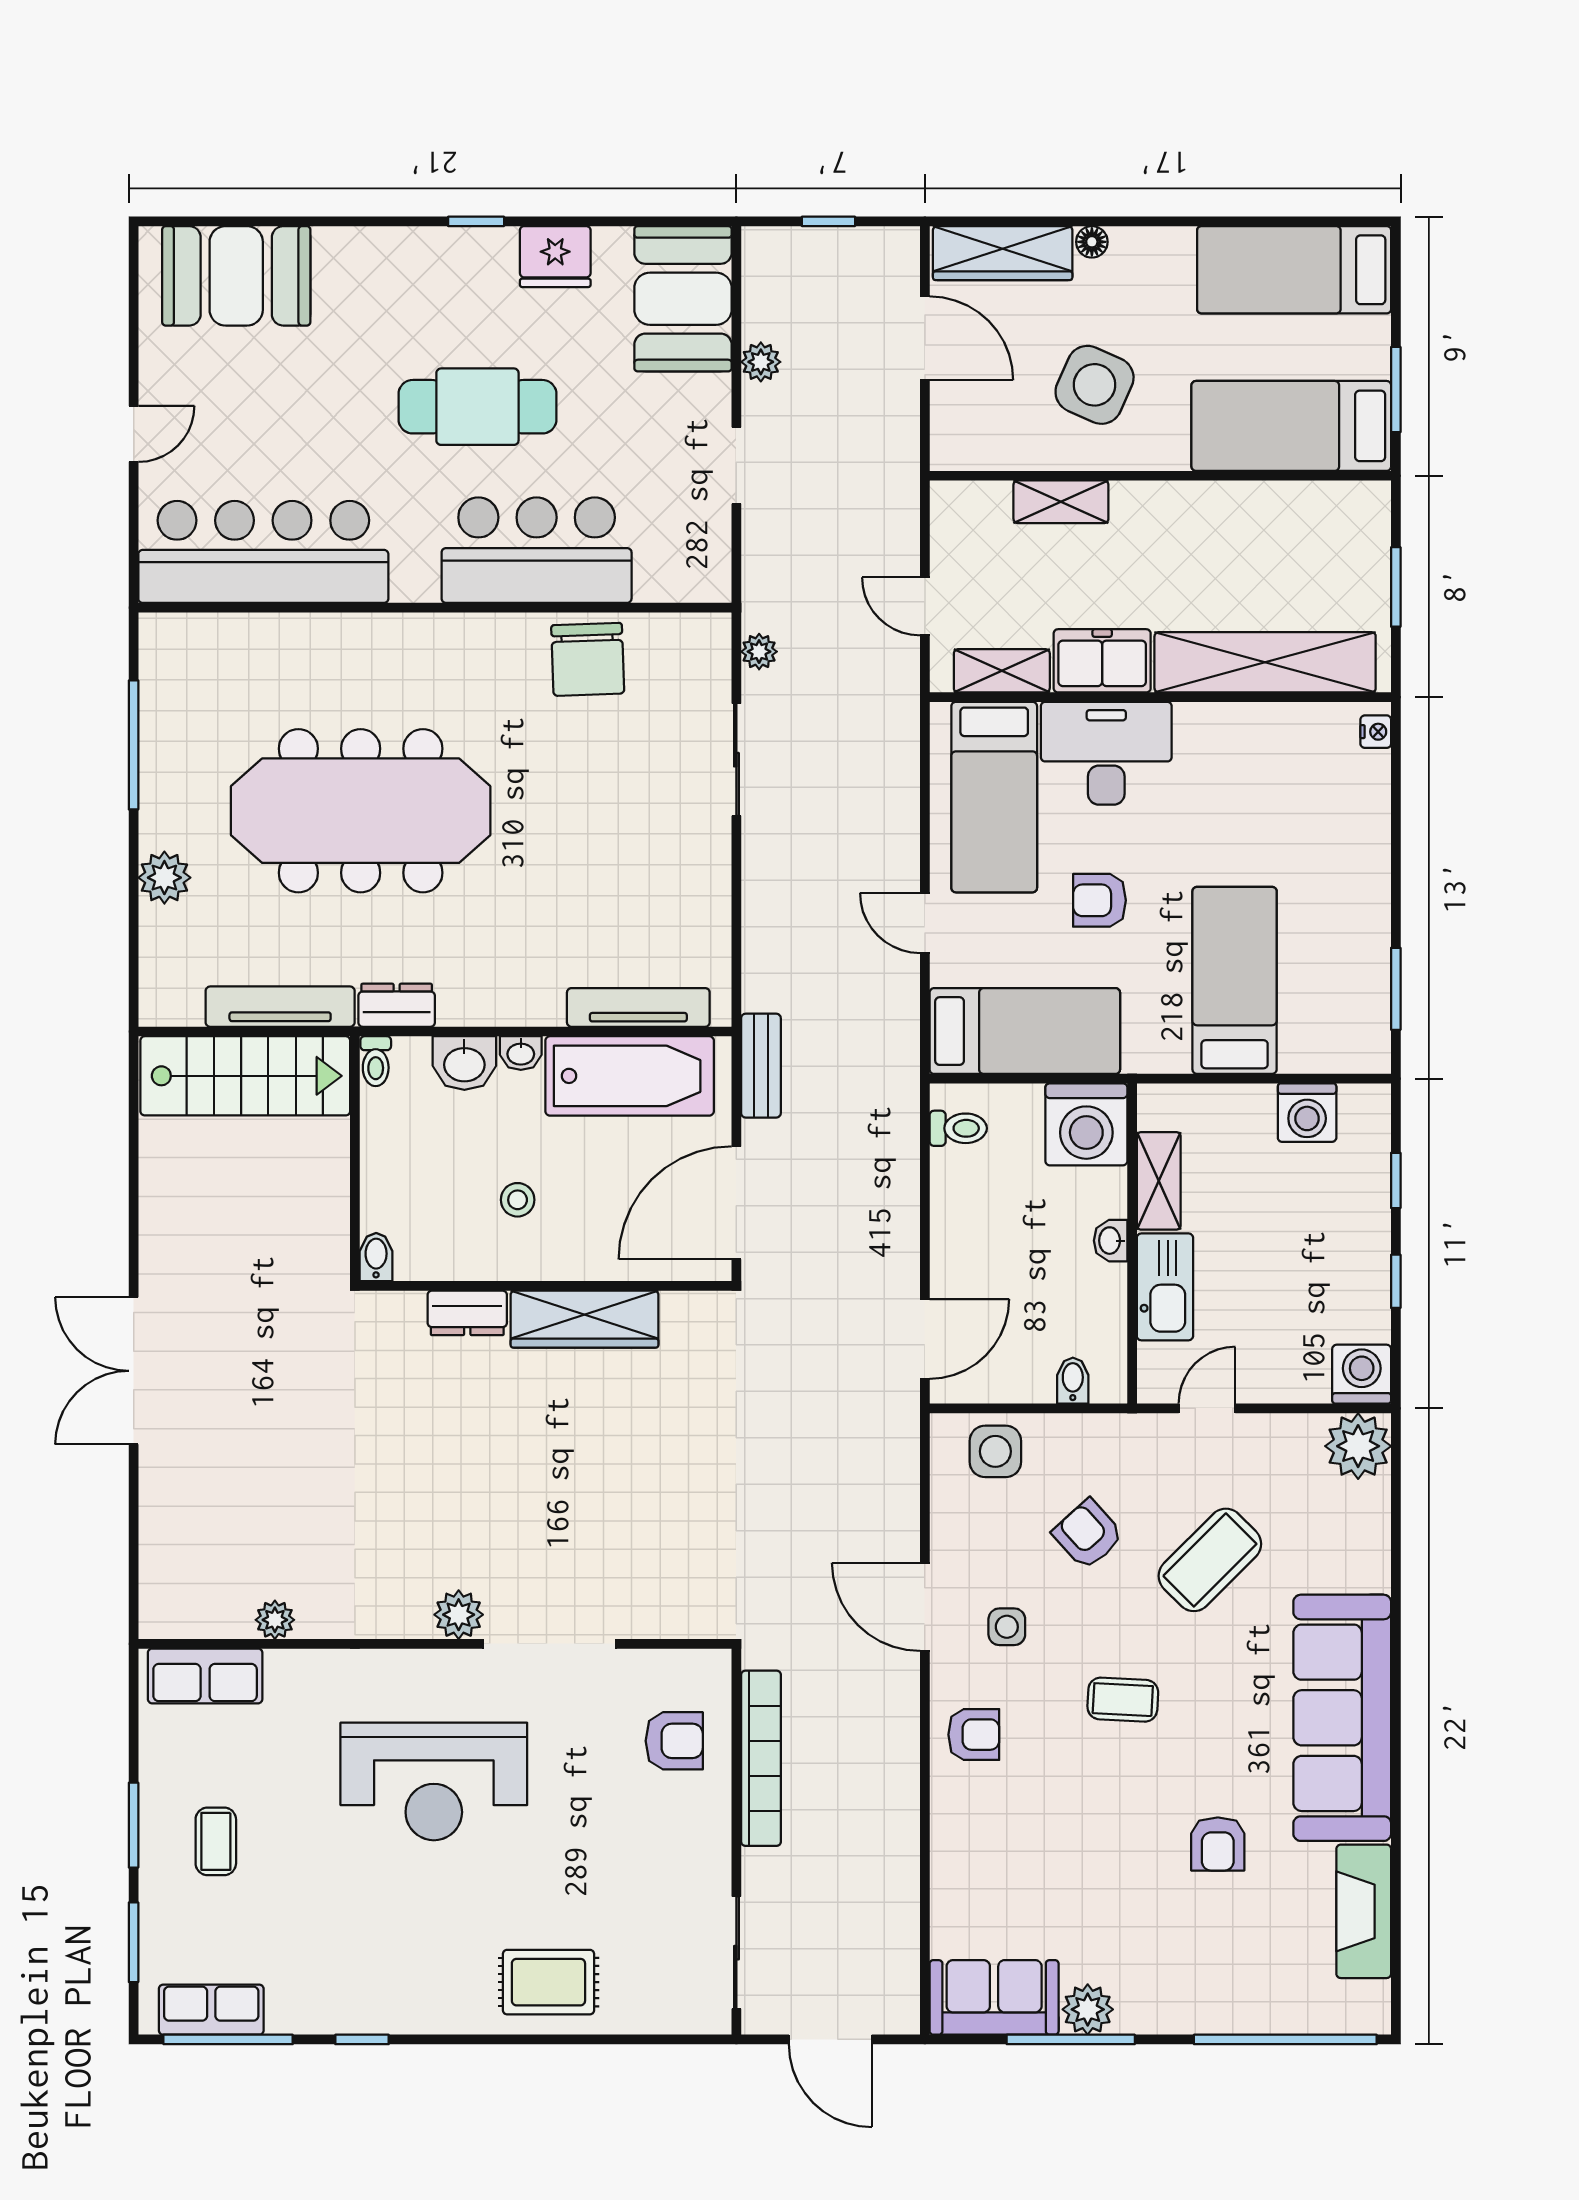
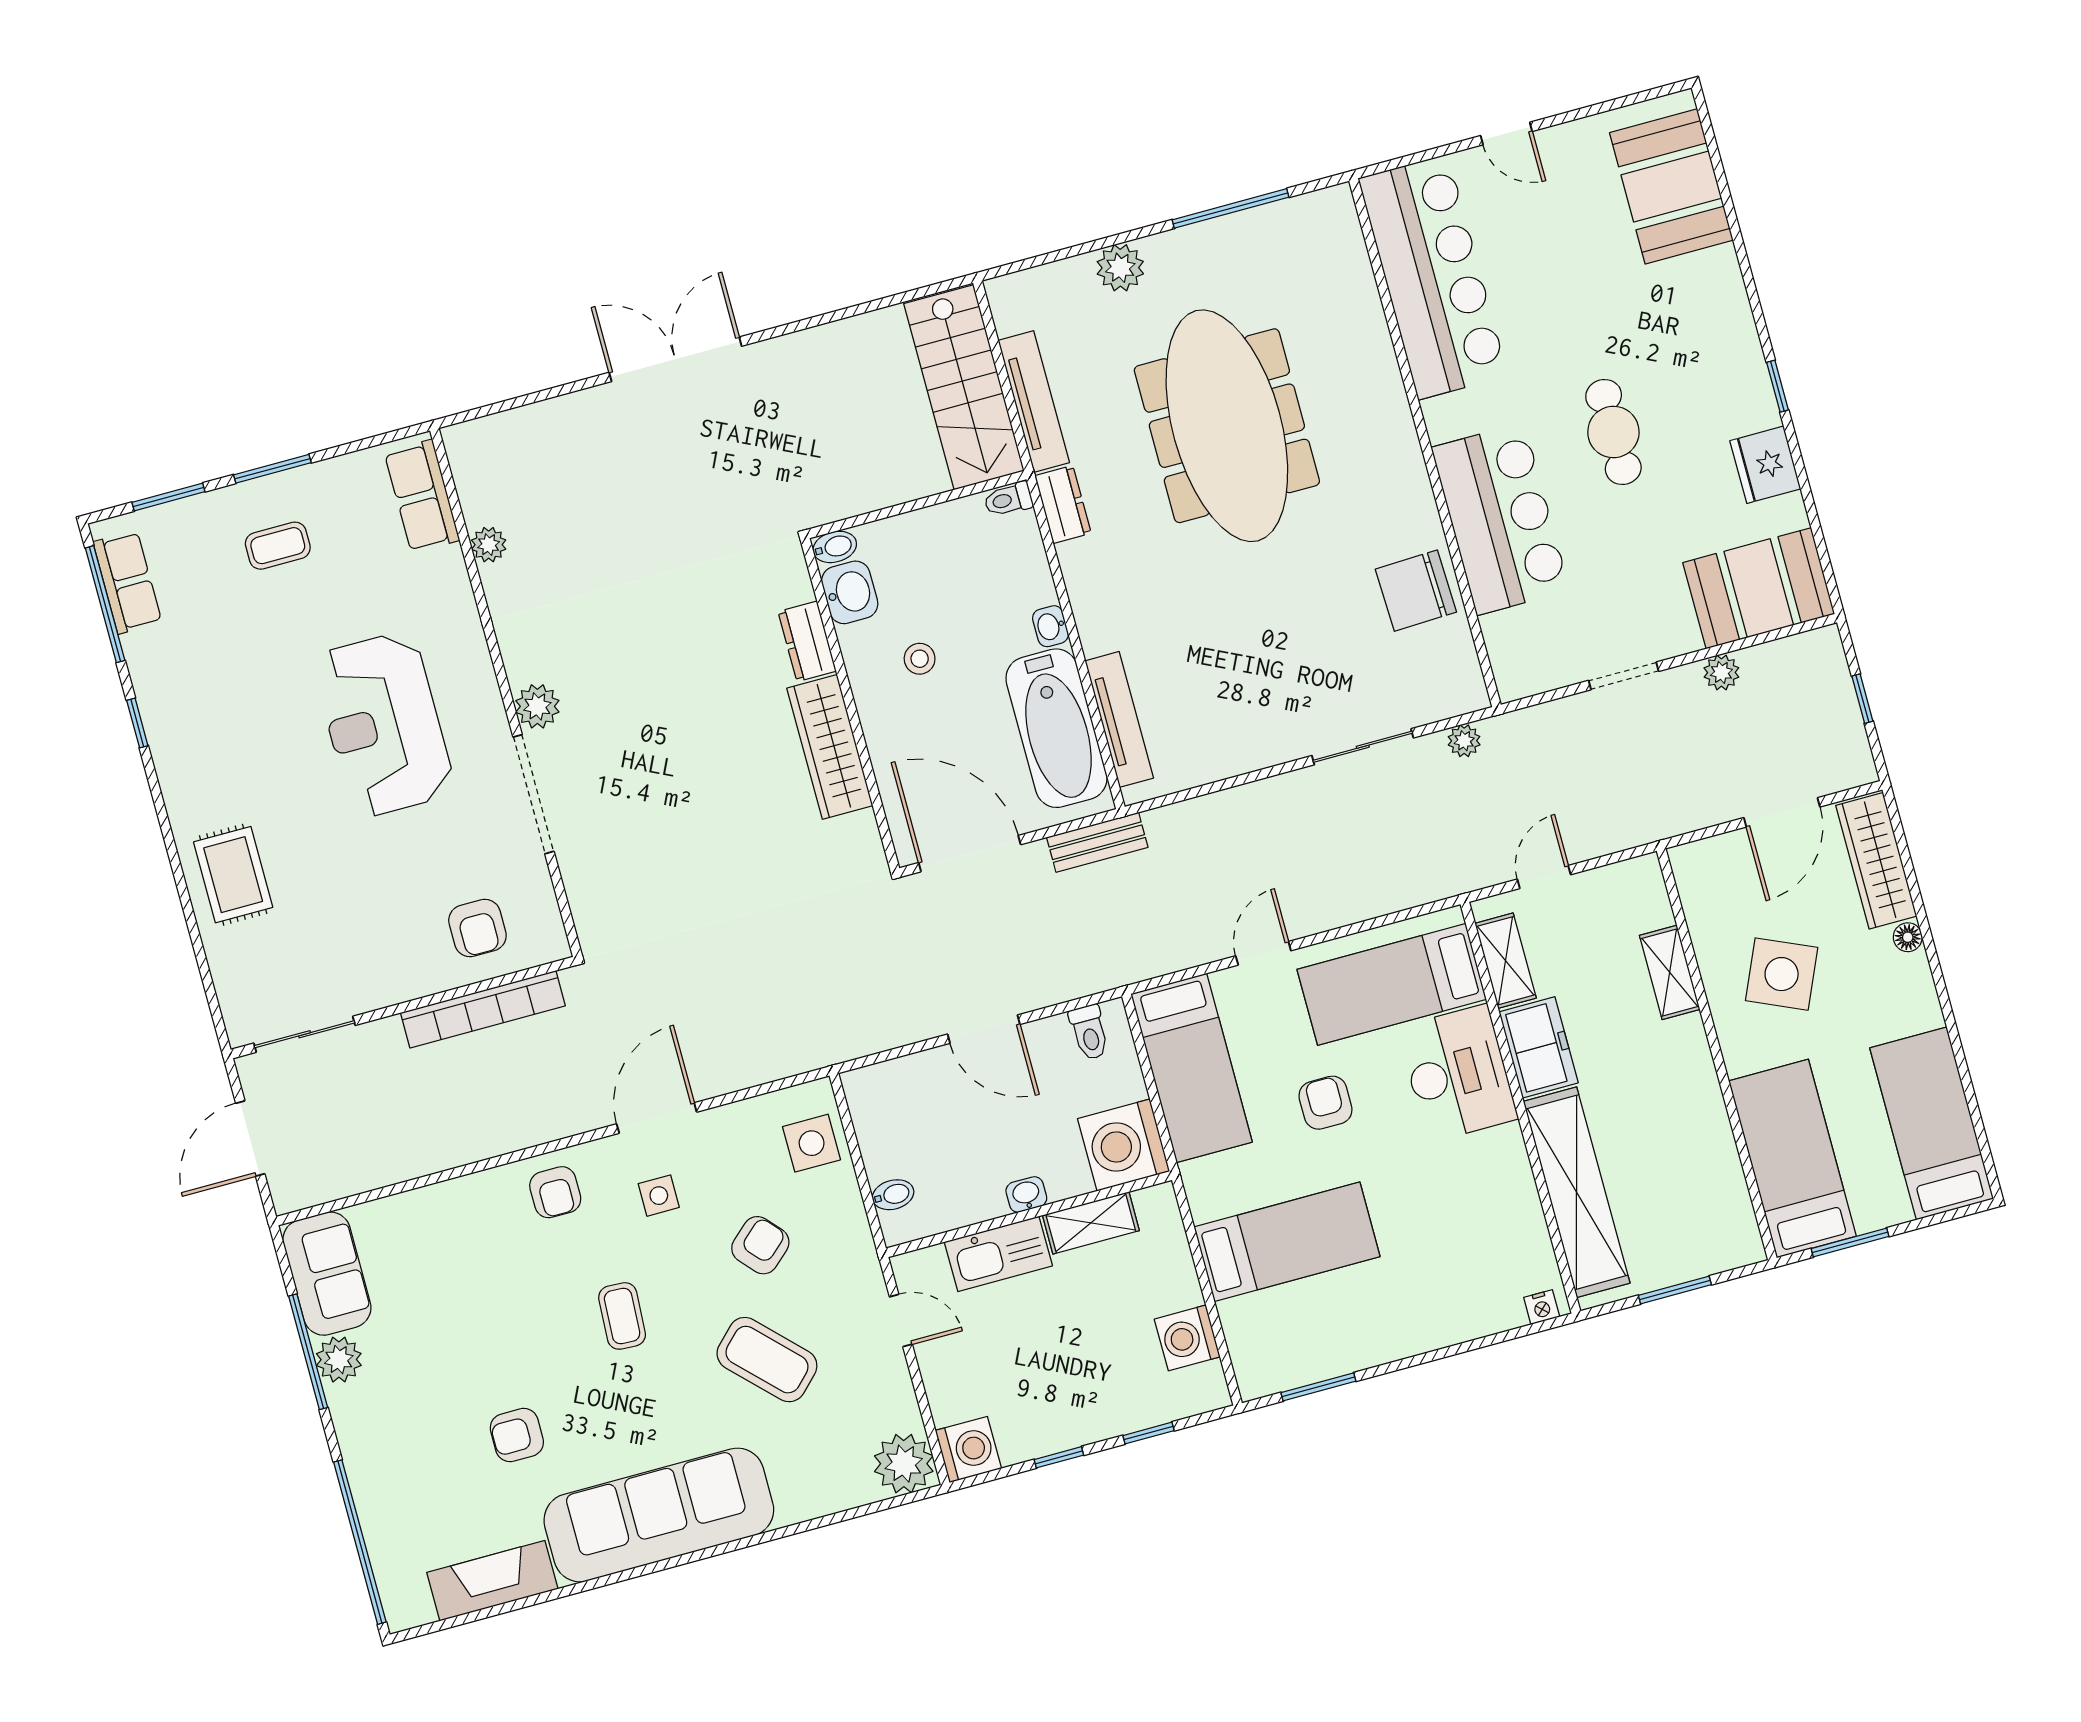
cafe table: (477, 407) -> (1613, 432), width x0.73, depth x0.74
washbasin: (464, 1063) -> (850, 592), moved, turned 180
door: (925, 1339) -> (984, 1029), moved

